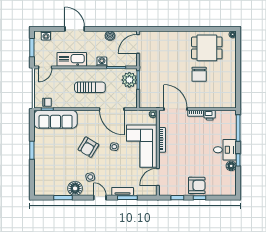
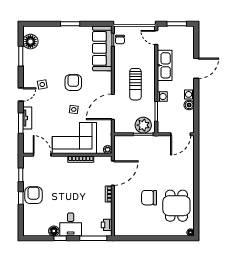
washing machine: (46, 35) -> (189, 94), moved
door: (138, 44) -> (181, 134), swing flipped
printer: (210, 115) -> (107, 225), moved
armchair: (88, 147) -> (73, 83), turned 59
armchair: (197, 185) -> (33, 195), turned 180
floor lamp: (75, 188) -> (30, 42), moved

